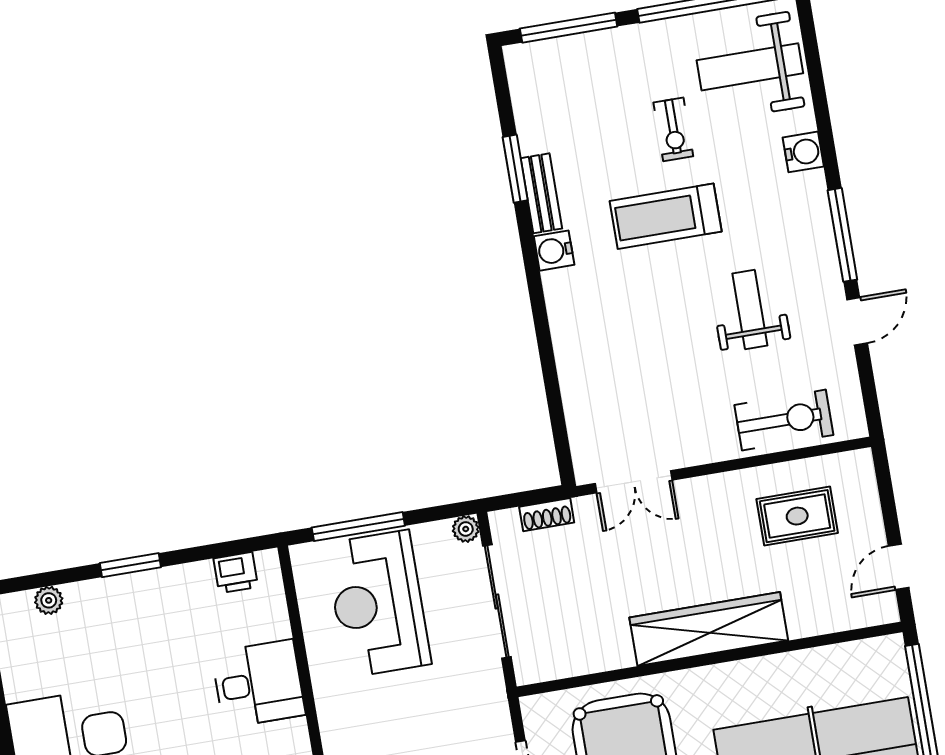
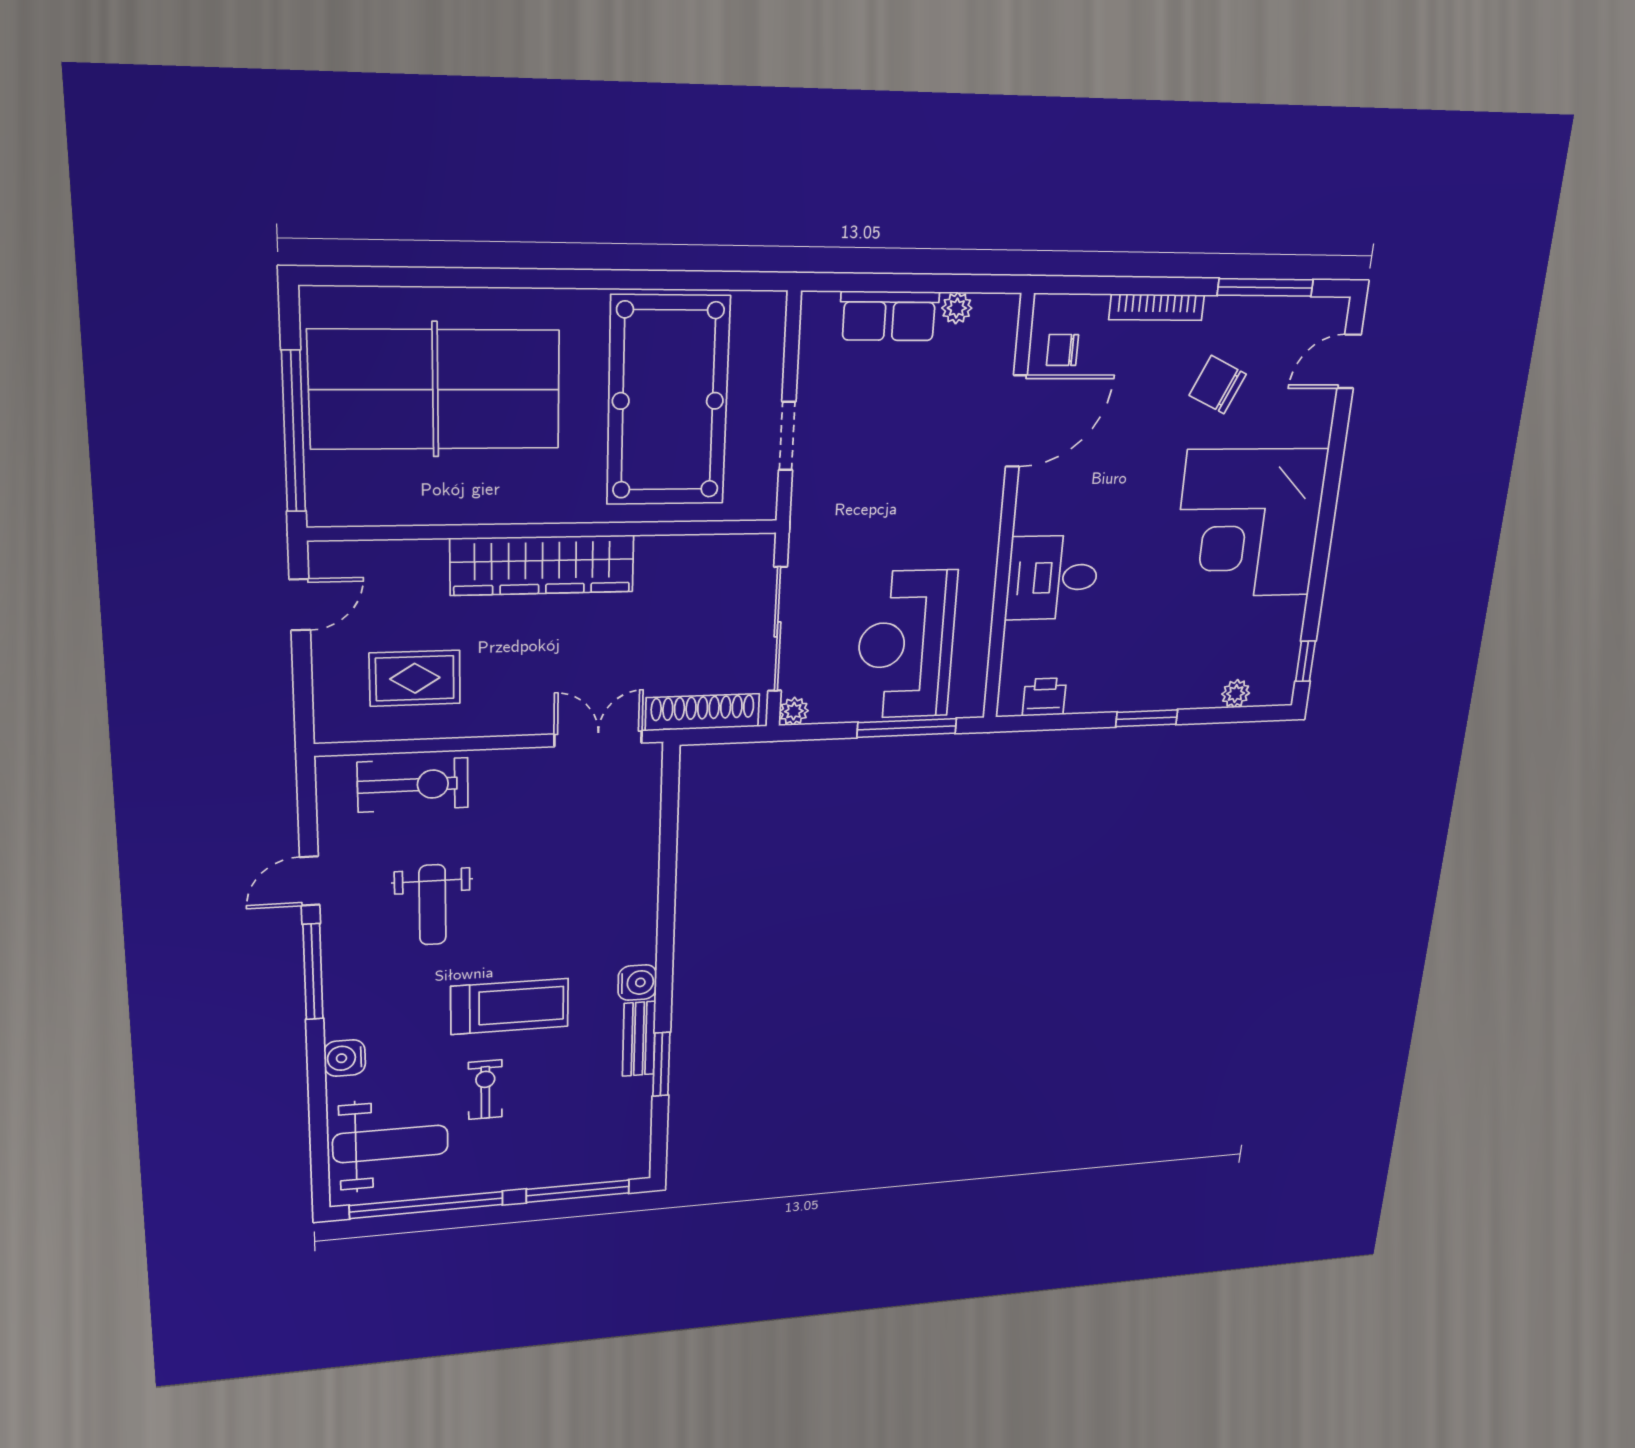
exercise bike: (784, 420) -> (413, 785), turned 180
shoe rack: (547, 515) -> (702, 712), width x1.94, depth x1.24
reception desk: (378, 604) -> (906, 645), turned 180

